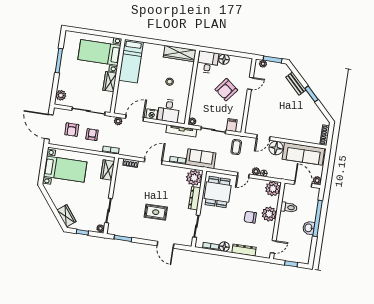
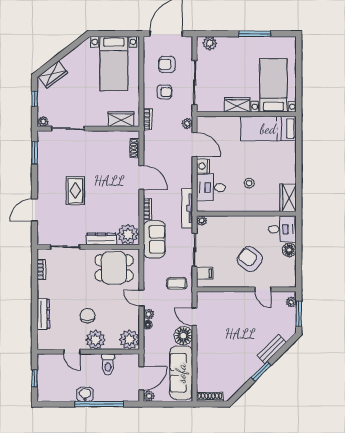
wardrobe: (180, 54) -> (288, 198), width x0.67
floor lamp: (224, 247) -> (44, 287), removed
door: (273, 247) -> (72, 352), moved

